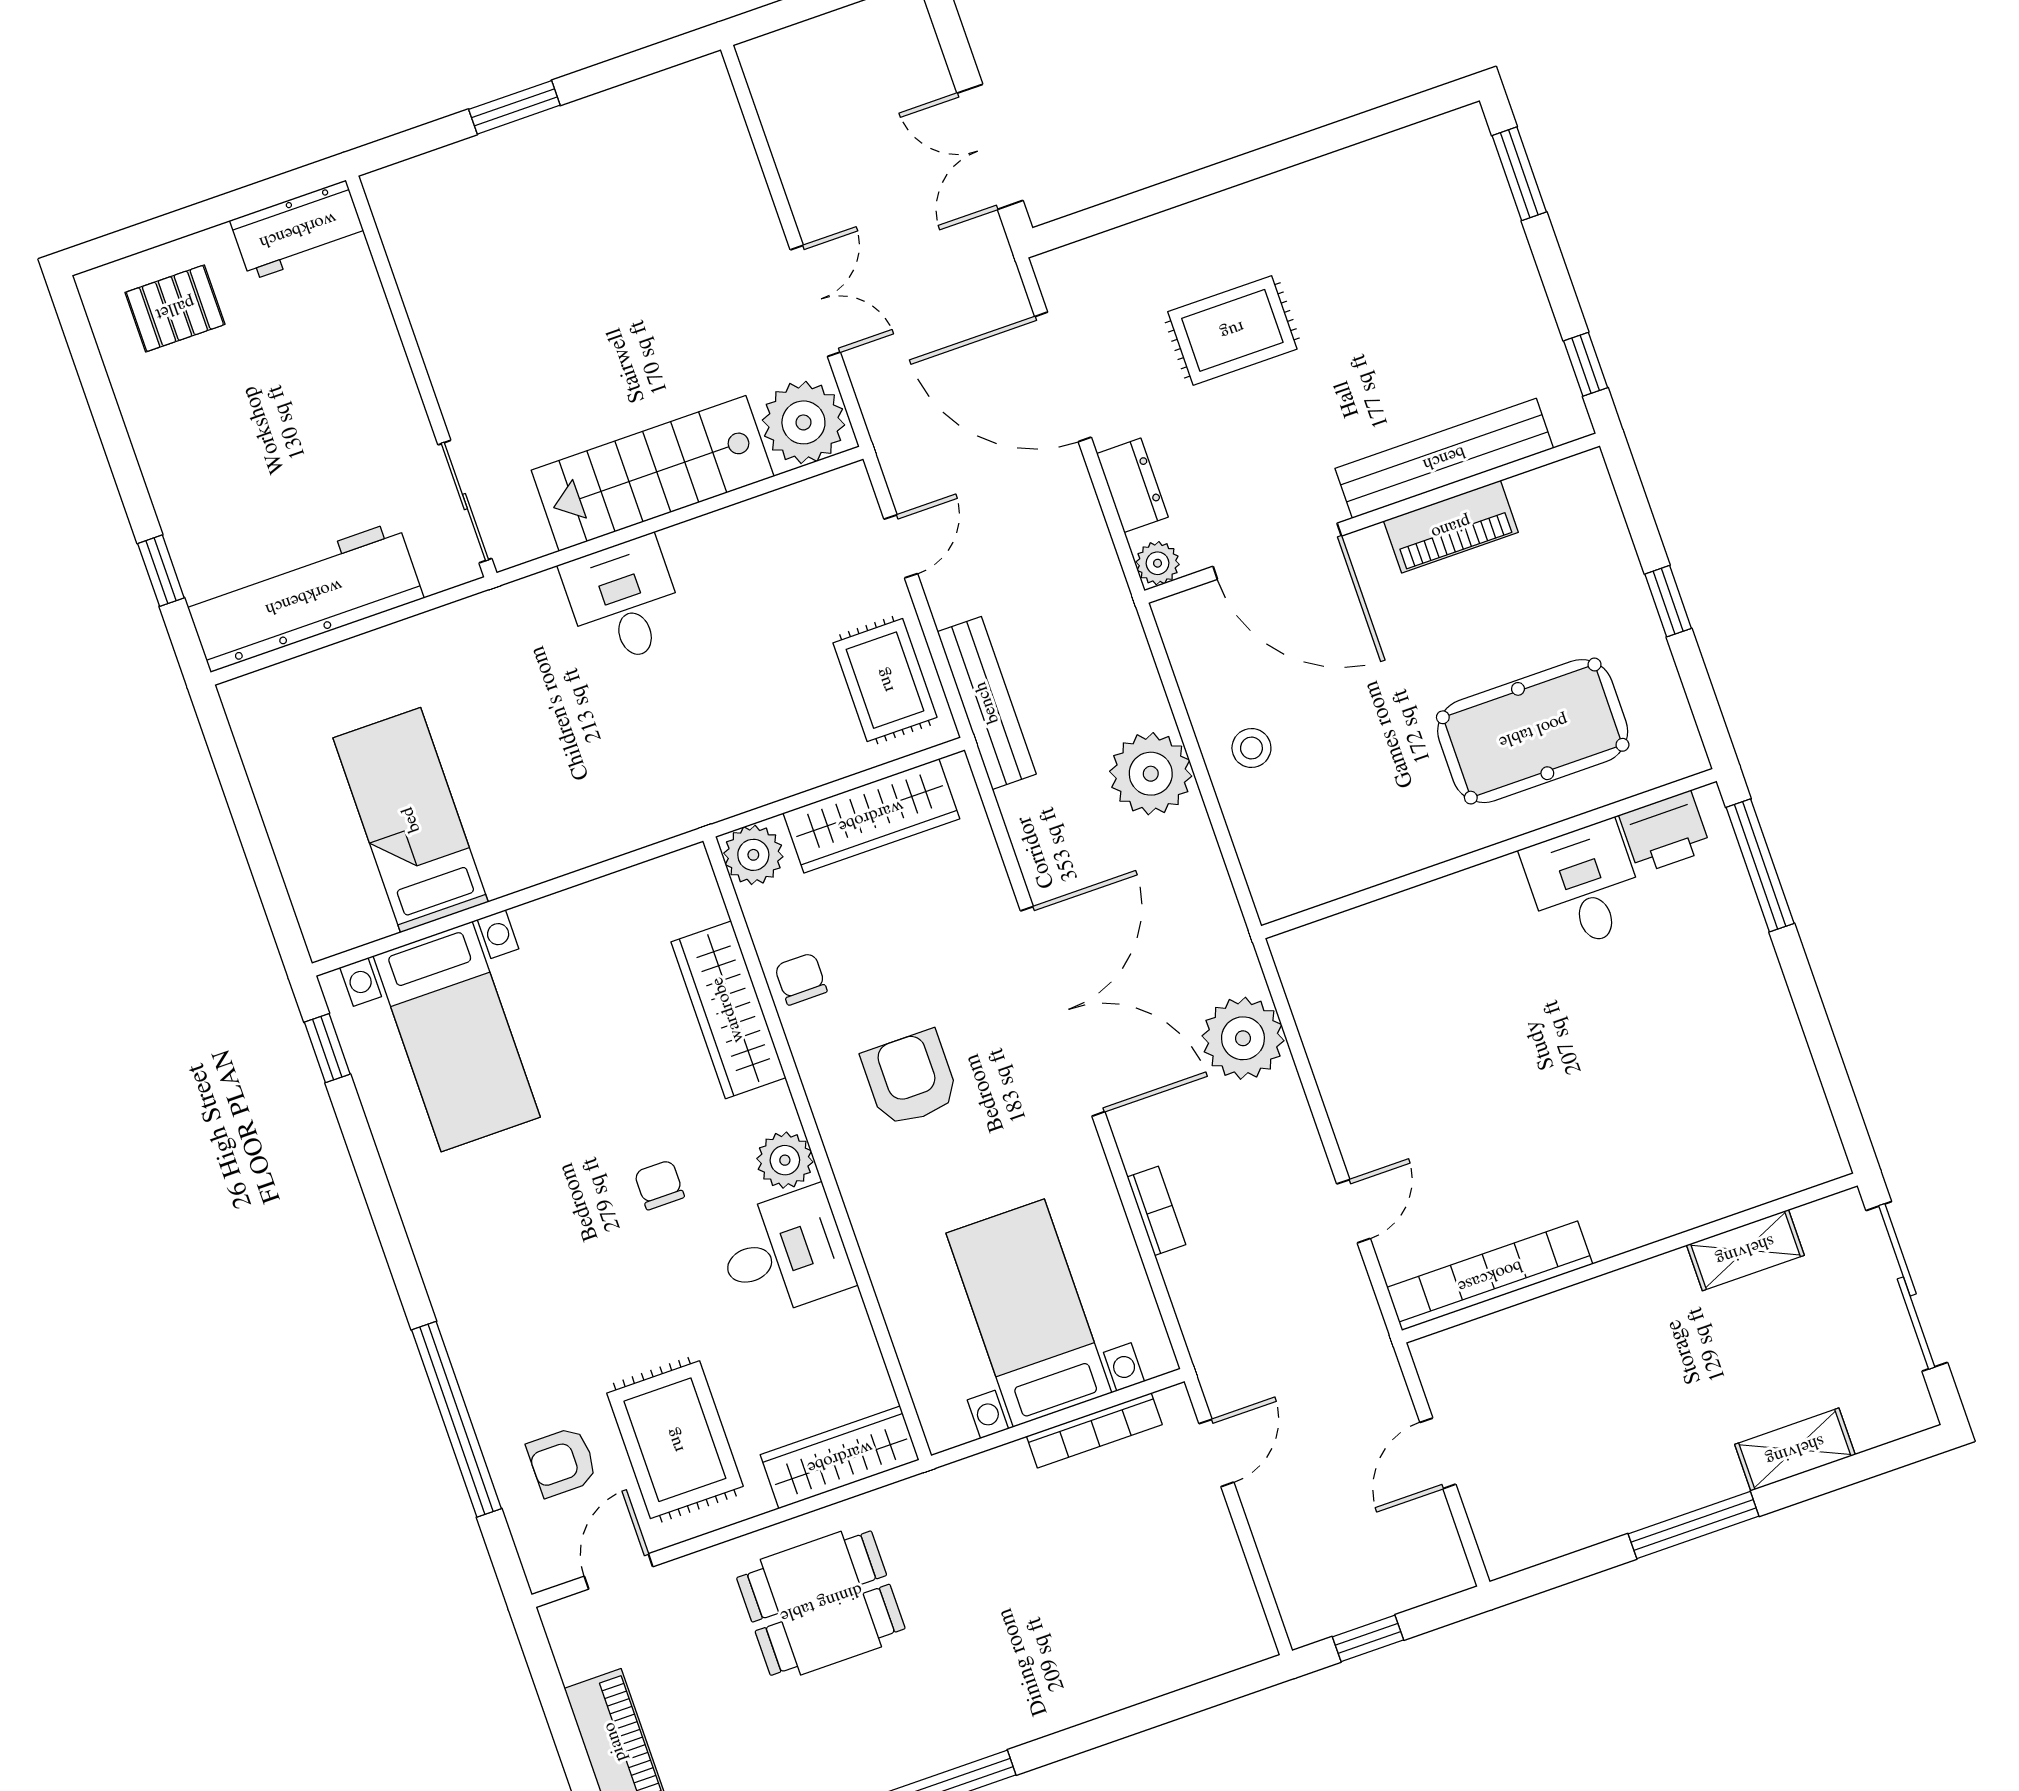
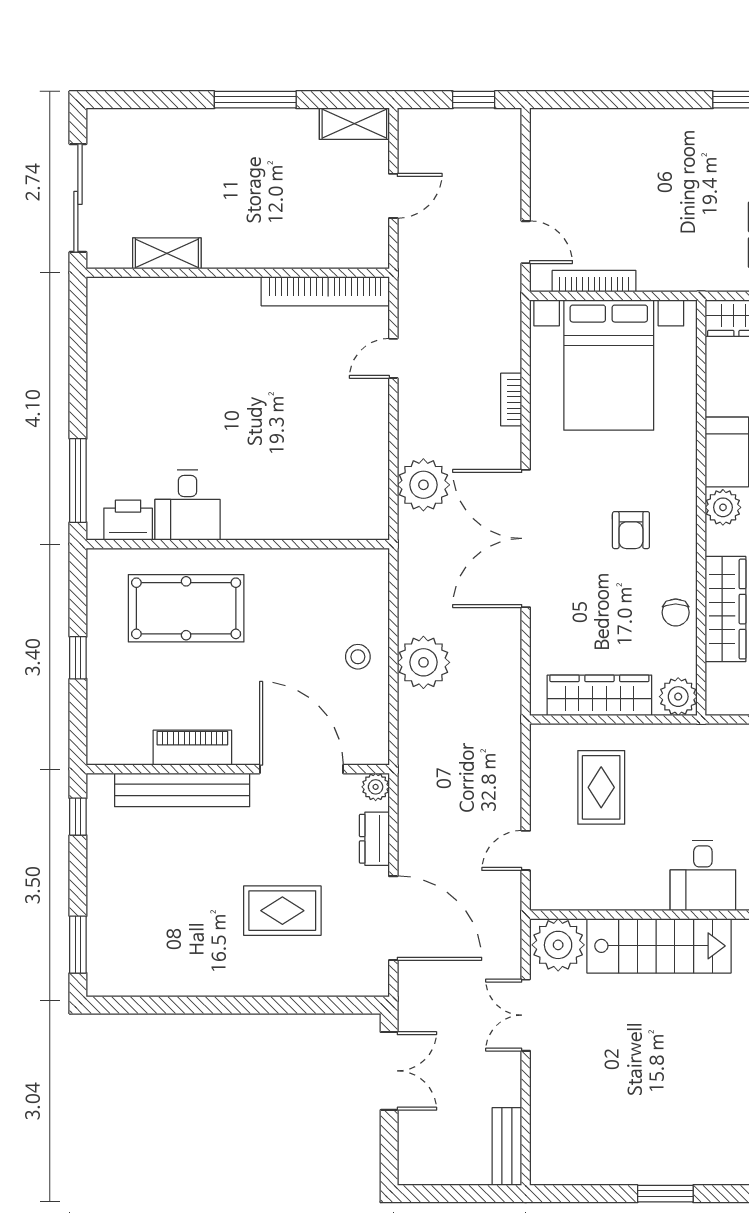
rug: (885, 680) -> (601, 787), moved
bench: (987, 703) -> (507, 1147), moved, width x0.73
armchair: (910, 1078) -> (631, 530), width x0.72, depth x0.72
bed with nightstands: (1029, 1313) -> (609, 365), width x1.36
shelving: (1795, 1450) -> (354, 124), moved
door: (1216, 1453) -> (526, 242), swing flipped

